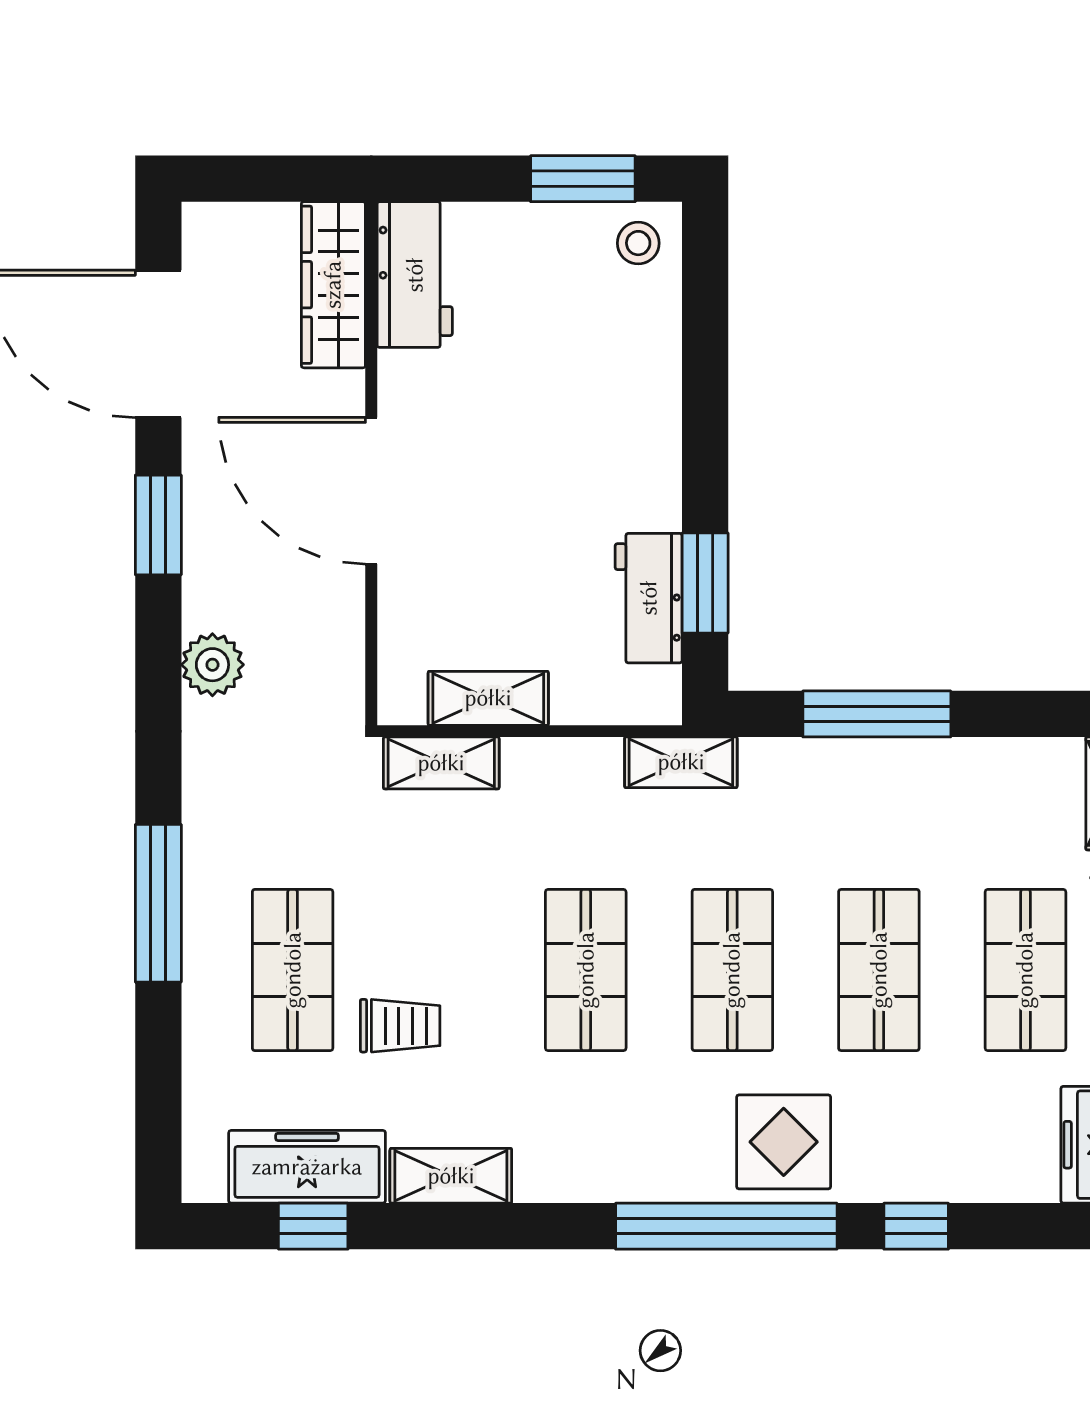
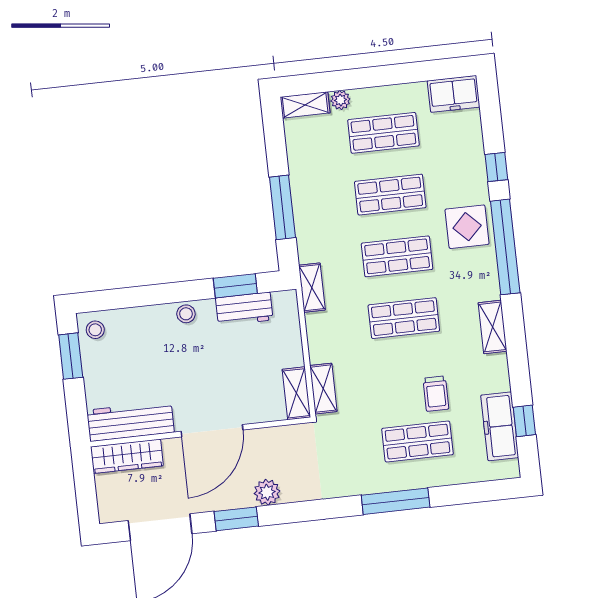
workbench: (415, 275) -> (130, 421), width x1.38
stool: (652, 460) -> (186, 314), added
plant: (212, 665) -> (267, 492), moved
shelving: (488, 698) -> (296, 393), moved
trolley: (400, 1026) -> (436, 394), turned 180
shelving: (451, 1176) -> (493, 327), moved

